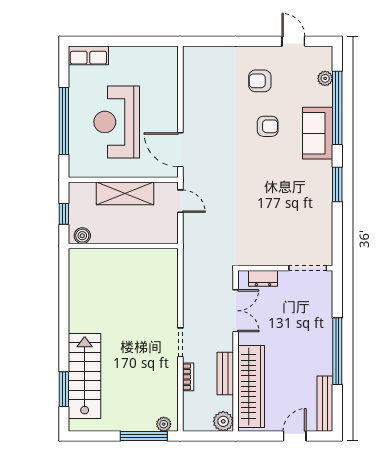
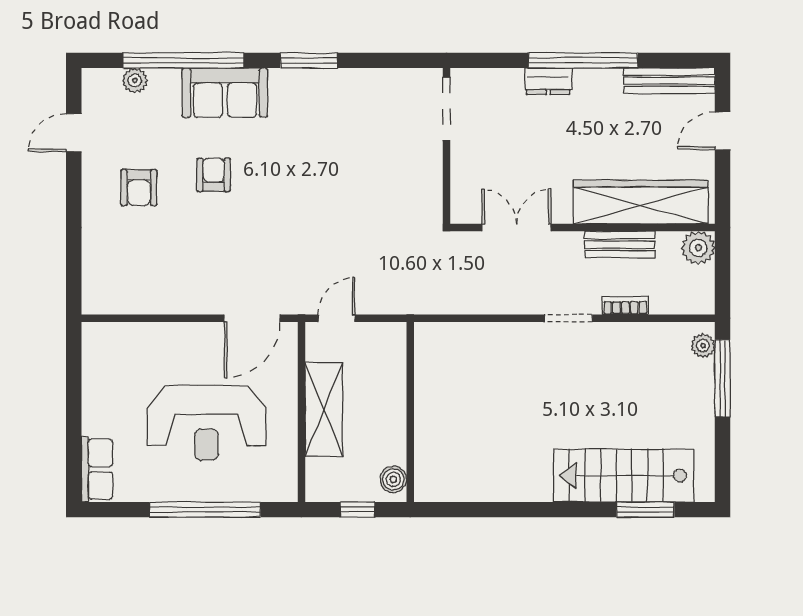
dresser: (263, 278) -> (548, 81), moved, turned 90
door: (295, 436) -> (722, 131), hinge flipped

